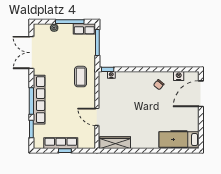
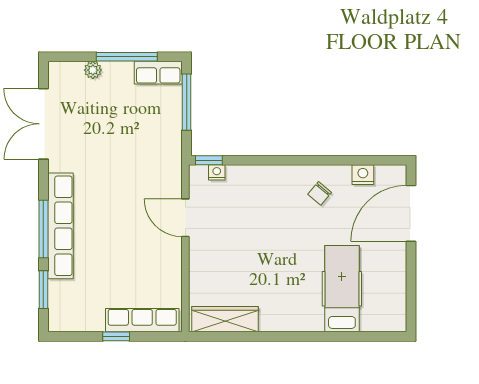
coffee table: (81, 77) -> (150, 176), removed
door: (97, 117) -> (185, 218), moved
hospital bed: (179, 140) -> (342, 289), moved, turned 90
row of seats: (61, 143) -> (142, 320), moved

